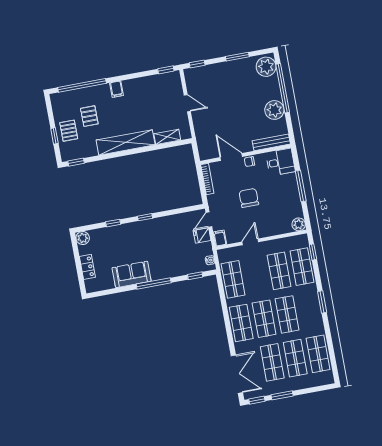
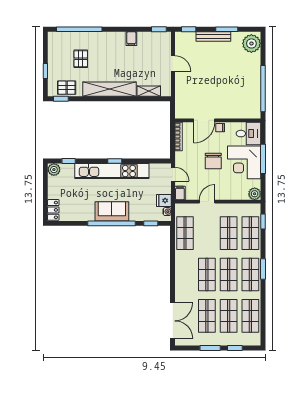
window: (283, 88) -> (263, 89), moved
filing cabinet: (117, 89) -> (131, 39), moved
plant: (274, 110) -> (252, 85), removed
pallet: (69, 131) -> (67, 88), moved, turned 90
bench: (271, 142) -> (213, 36), moved
door: (231, 157) -> (204, 120), swing flipped
corner desk: (282, 193) -> (244, 162), added
chair: (249, 198) -> (213, 161), turned 180
door: (209, 220) -> (173, 174), swing flipped
window: (113, 223) -> (69, 161), moved
kitchen unit: (144, 228) -> (112, 171), added
fridge: (202, 235) -> (164, 200), moved
locker: (87, 267) -> (53, 210), moved
sofa: (132, 274) -> (112, 211), moved
window: (154, 283) -> (111, 223), width x1.46
shop shelf: (241, 323) -> (250, 275), moved
window: (257, 400) -> (235, 348), moved

